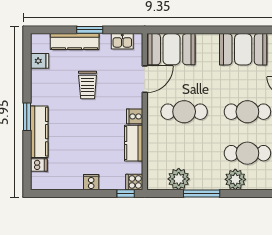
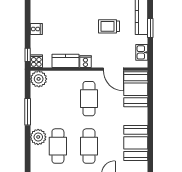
plant: (179, 179) -> (39, 79), moved

